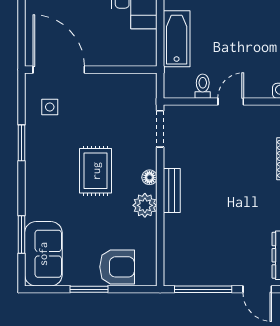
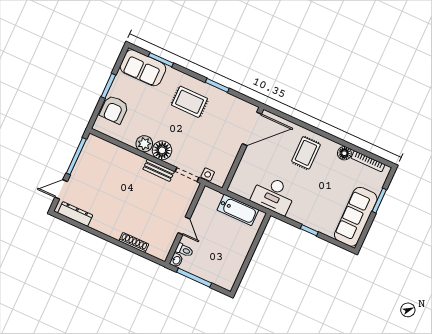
toilet: (203, 86) -> (184, 250), moved
side table: (50, 107) -> (208, 174), moved
rug: (96, 171) -> (190, 102), moved
floor lamp: (149, 177) -> (162, 150), width x1.89, depth x1.89
bench: (172, 191) -> (159, 170), moved

